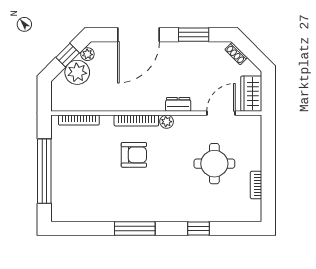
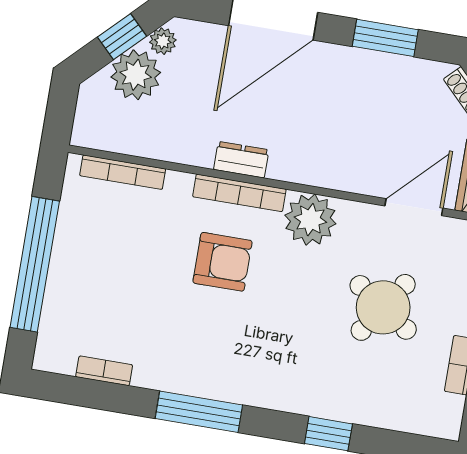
dresser: (178, 104) -> (241, 160), moved
plant: (167, 122) -> (310, 220), width x1.88, depth x1.88
round table: (214, 164) -> (383, 307), turned 34
bookcase: (86, 217) -> (104, 371), added

